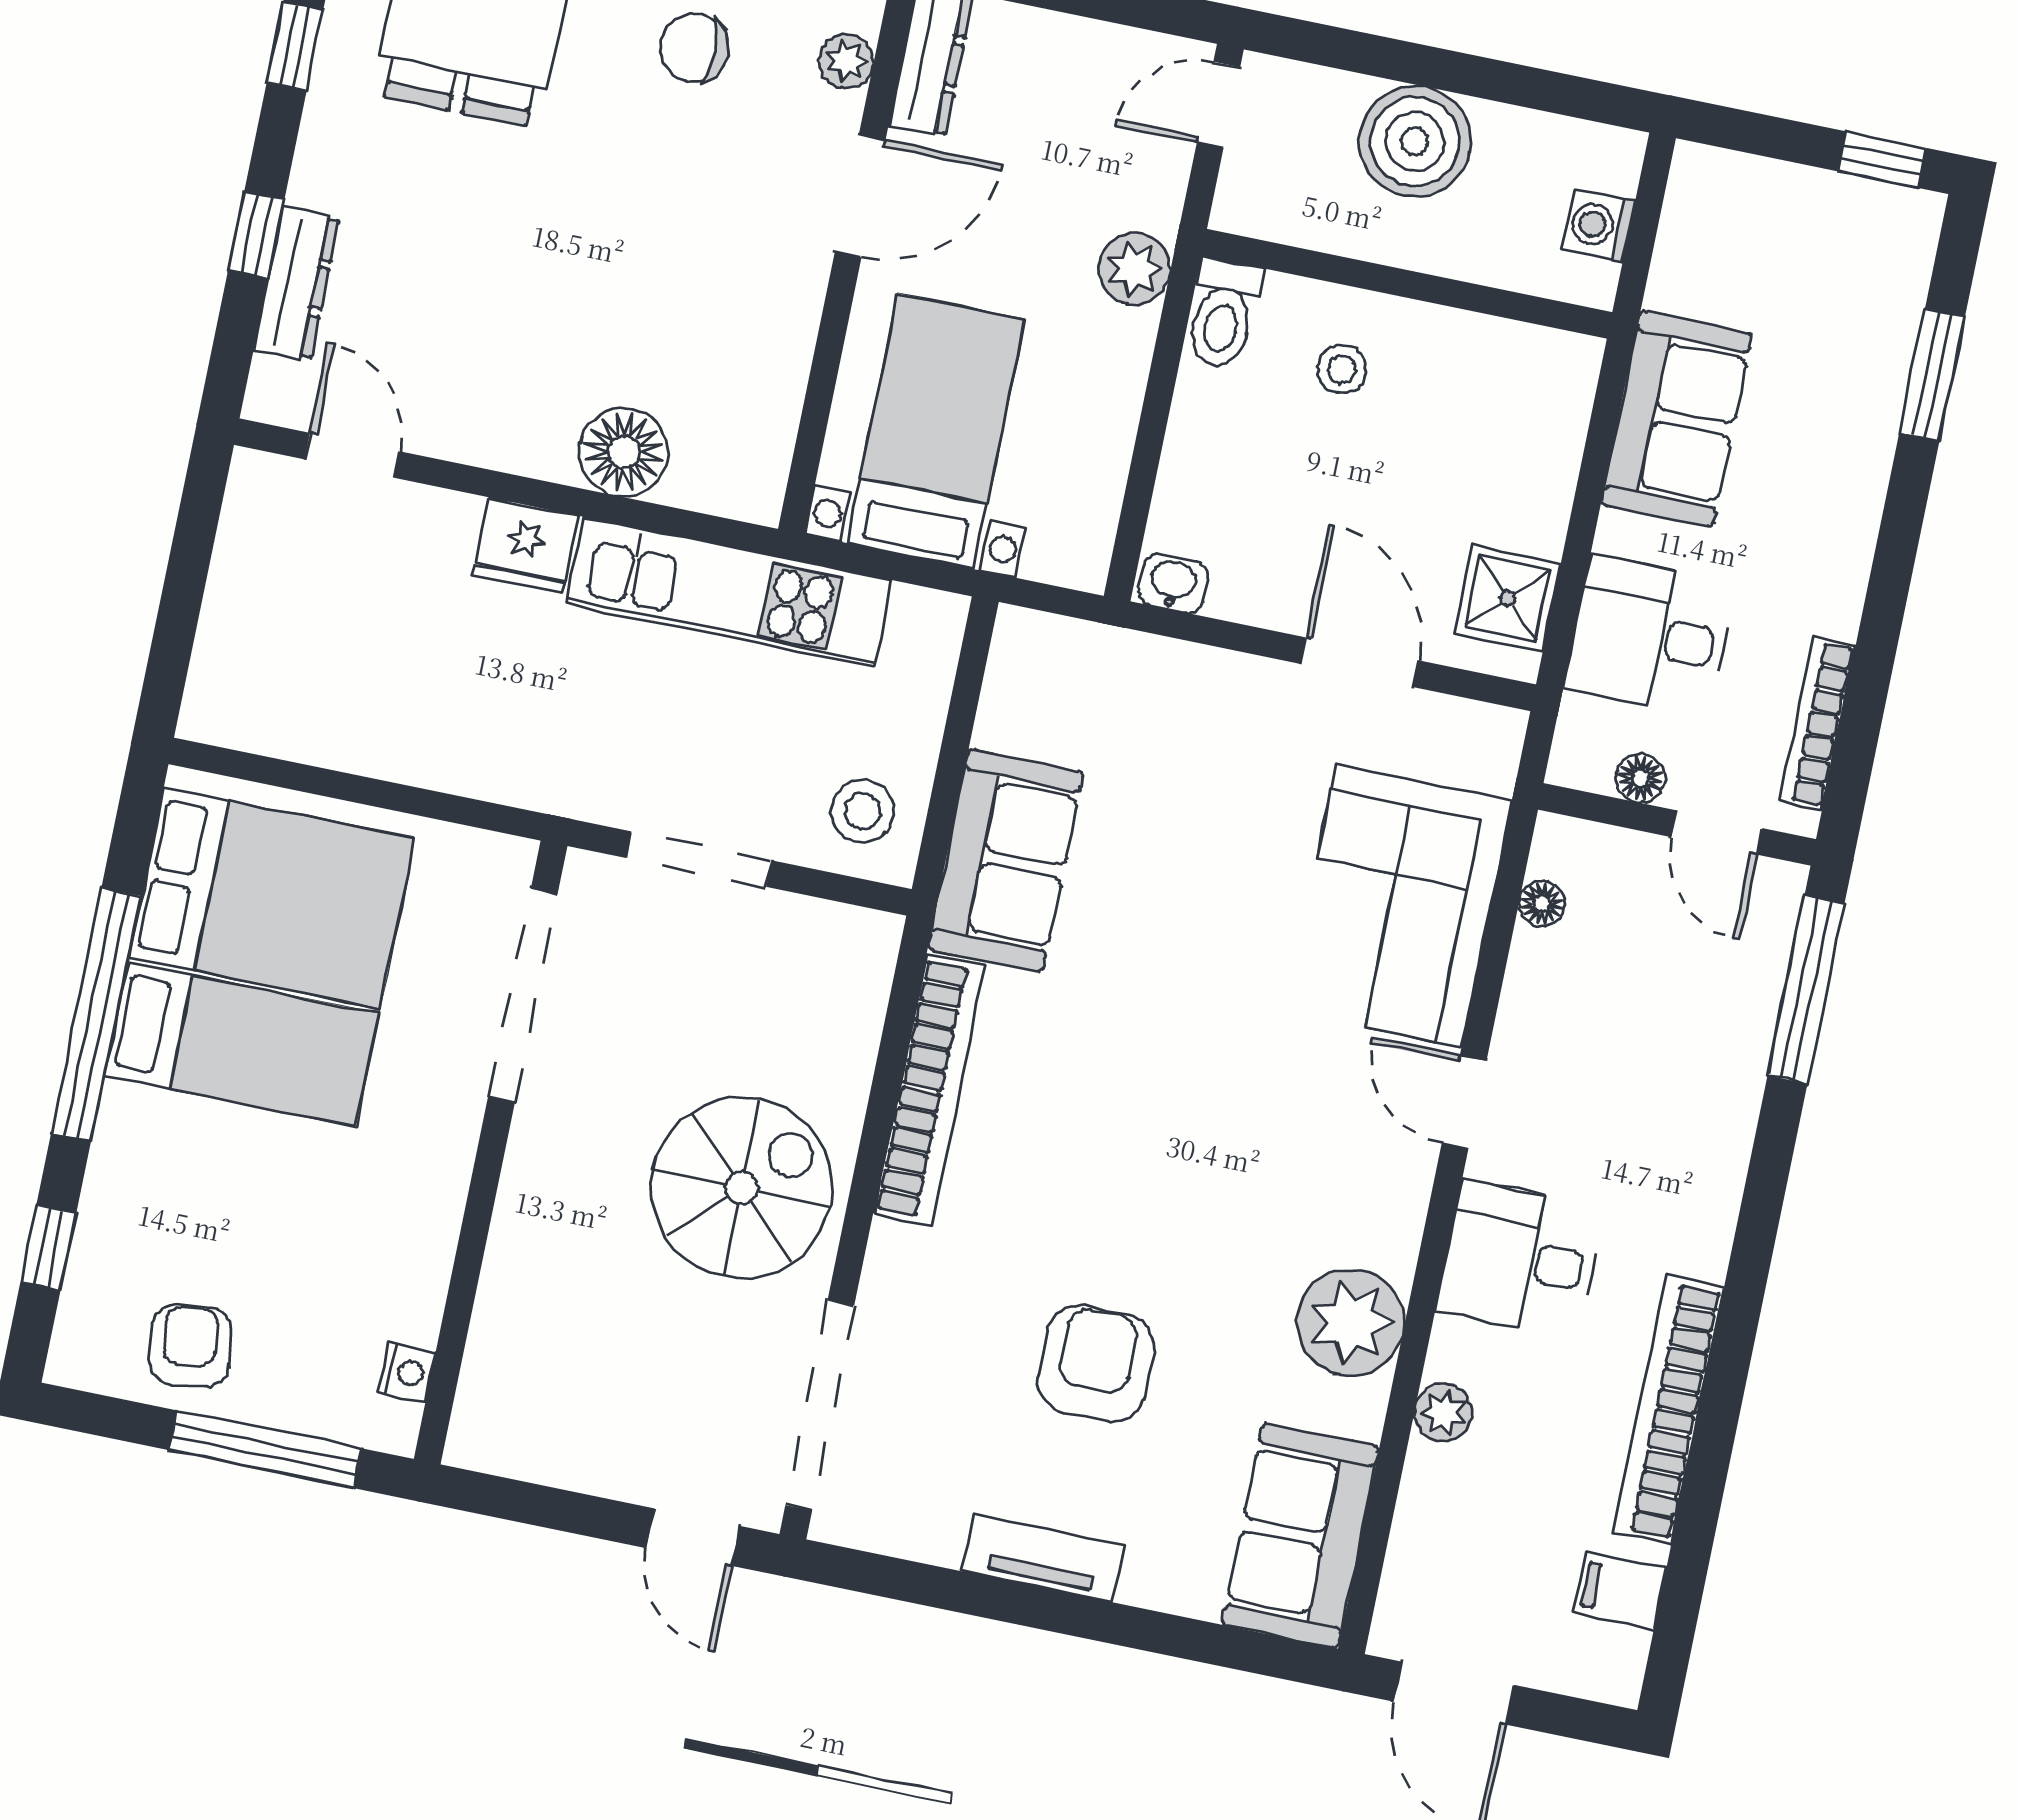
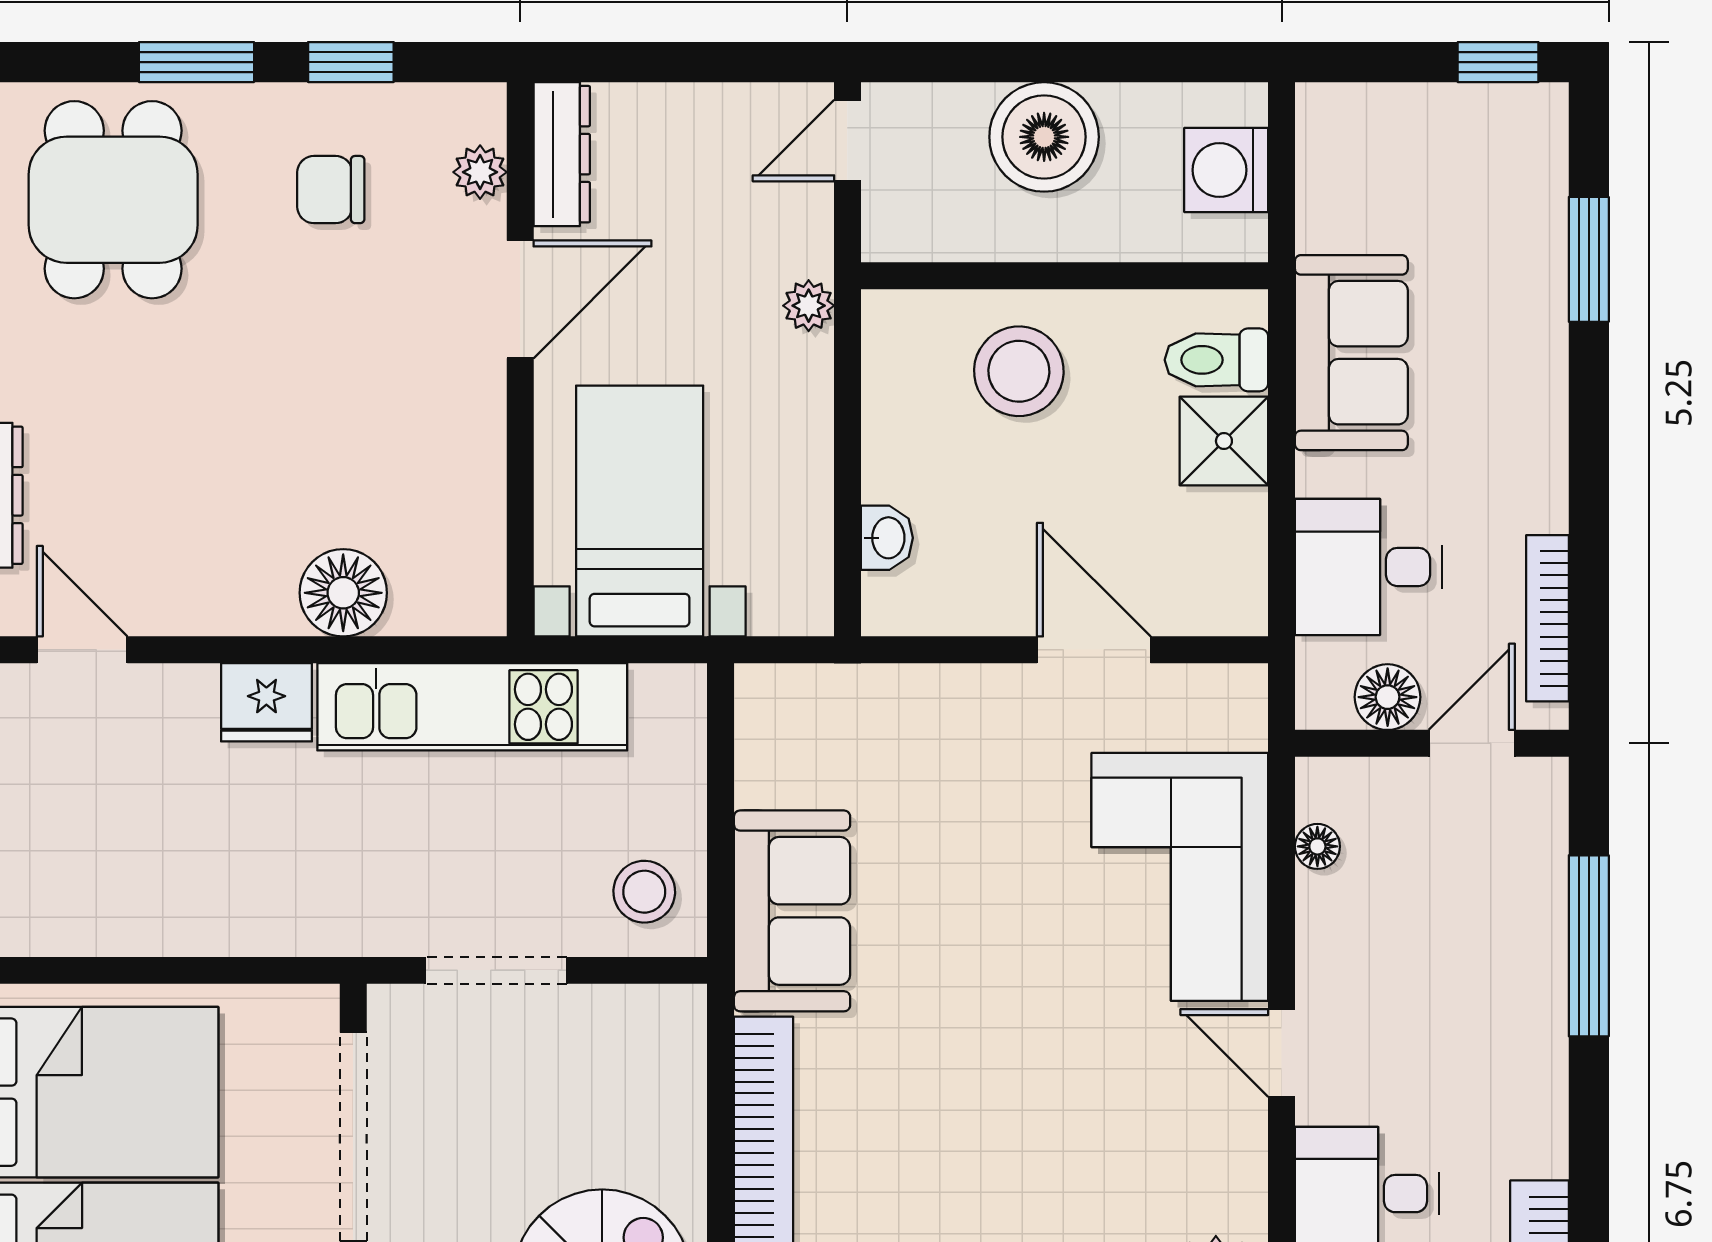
washing machine: (1599, 225) -> (1226, 170), width x1.38, depth x1.38
plant: (1134, 269) -> (809, 306), width x0.73, depth x0.73
toilet: (1223, 314) -> (1216, 360), moved, turned 90
stool: (1342, 370) -> (1019, 371), width x1.89, depth x1.89
washbasin: (1173, 583) -> (887, 538), moved, turned 90
shower: (1508, 598) -> (1224, 441), moved
floor lamp: (1640, 778) -> (1388, 697), width x1.37, depth x1.37
door: (1717, 833) -> (1472, 743), swing flipped
window: (1806, 989) -> (1589, 946), moved

